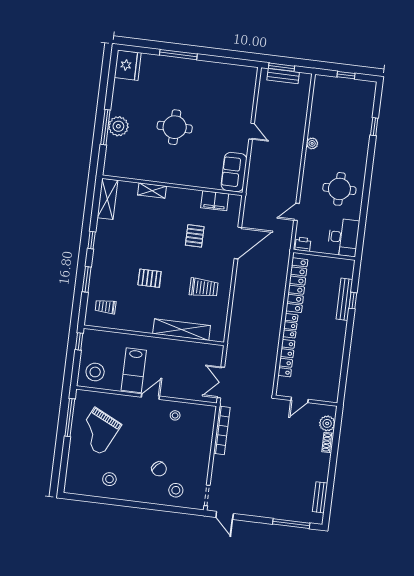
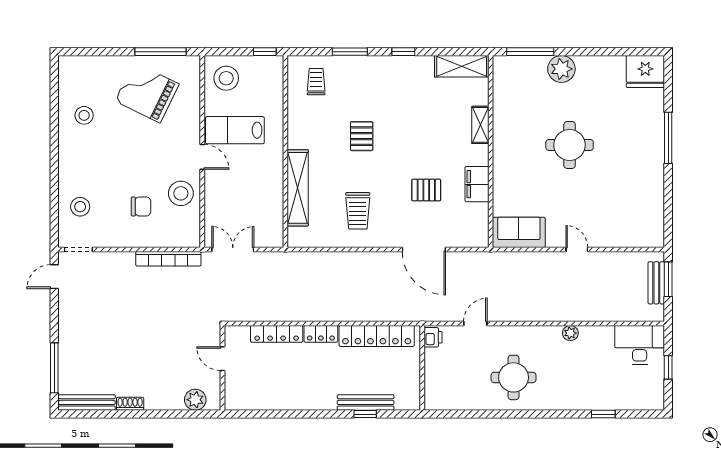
window: (105, 127) -> (530, 52), moved
door: (252, 131) -> (577, 249), swing flipped
filing cabinet: (215, 201) -> (477, 184), moved
door: (297, 212) -> (475, 323), hinge flipped
desk: (343, 237) -> (640, 345), moved, turned 180
stool: (175, 415) -> (181, 193), width x1.89, depth x1.89
shoe rack: (328, 443) -> (130, 404), moved
chair: (159, 469) -> (141, 206), moved, turned -134
bench: (320, 497) -> (87, 402), width x1.36

